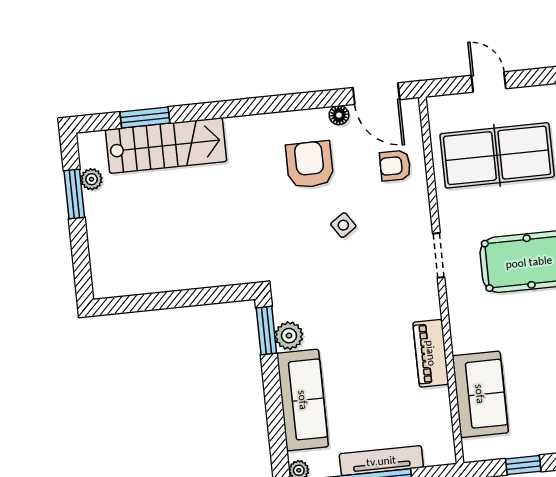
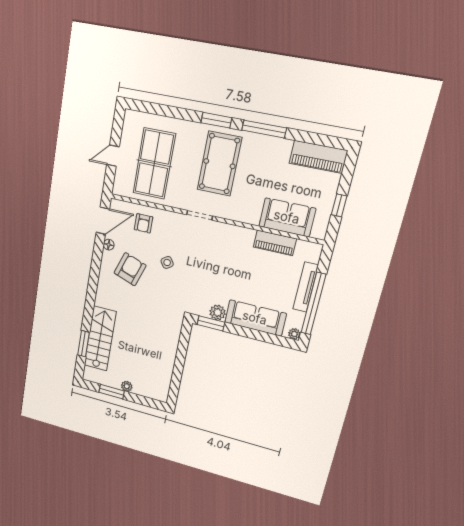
armchair: (310, 165) -> (130, 269), turned 109
plant: (92, 179) -> (127, 386), moved
piano: (431, 353) -> (275, 243), moved

